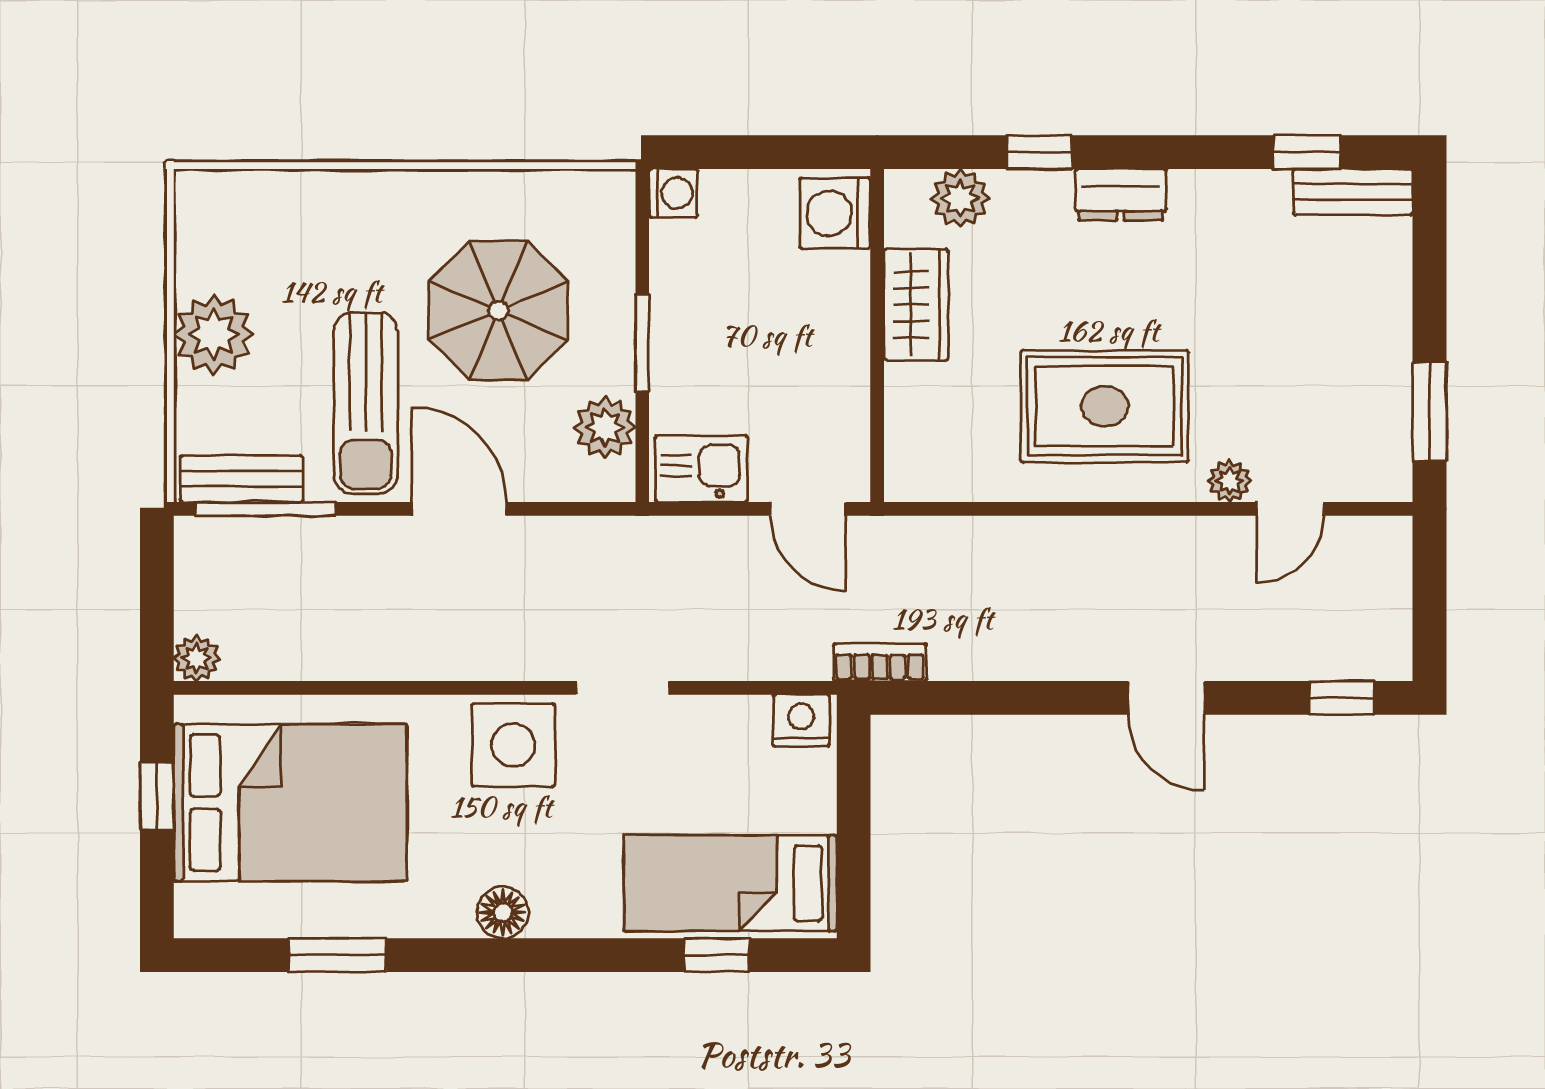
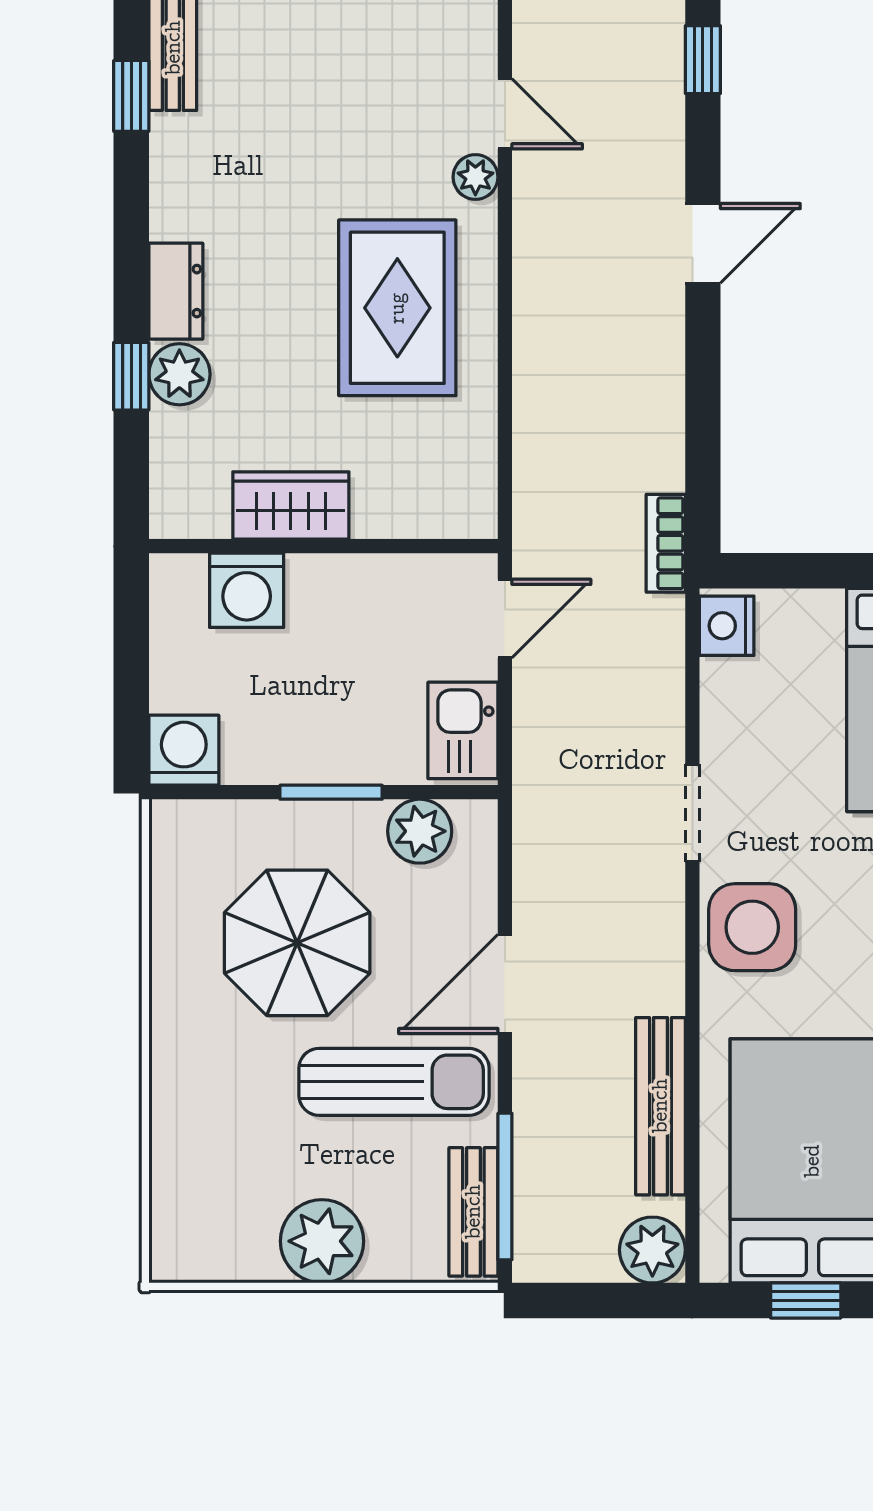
washing machine: (673, 193) -> (184, 750), width x1.38, depth x1.38
plant: (960, 198) -> (179, 374), moved
washing machine: (835, 213) -> (247, 590), moved
bench: (342, 657) -> (660, 1106), added
plant: (197, 658) -> (652, 1250), width x1.38, depth x1.38

